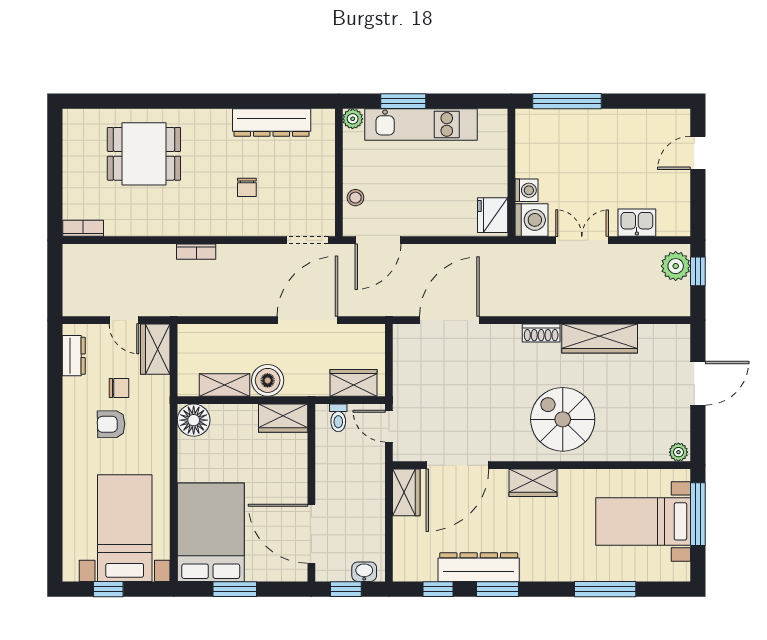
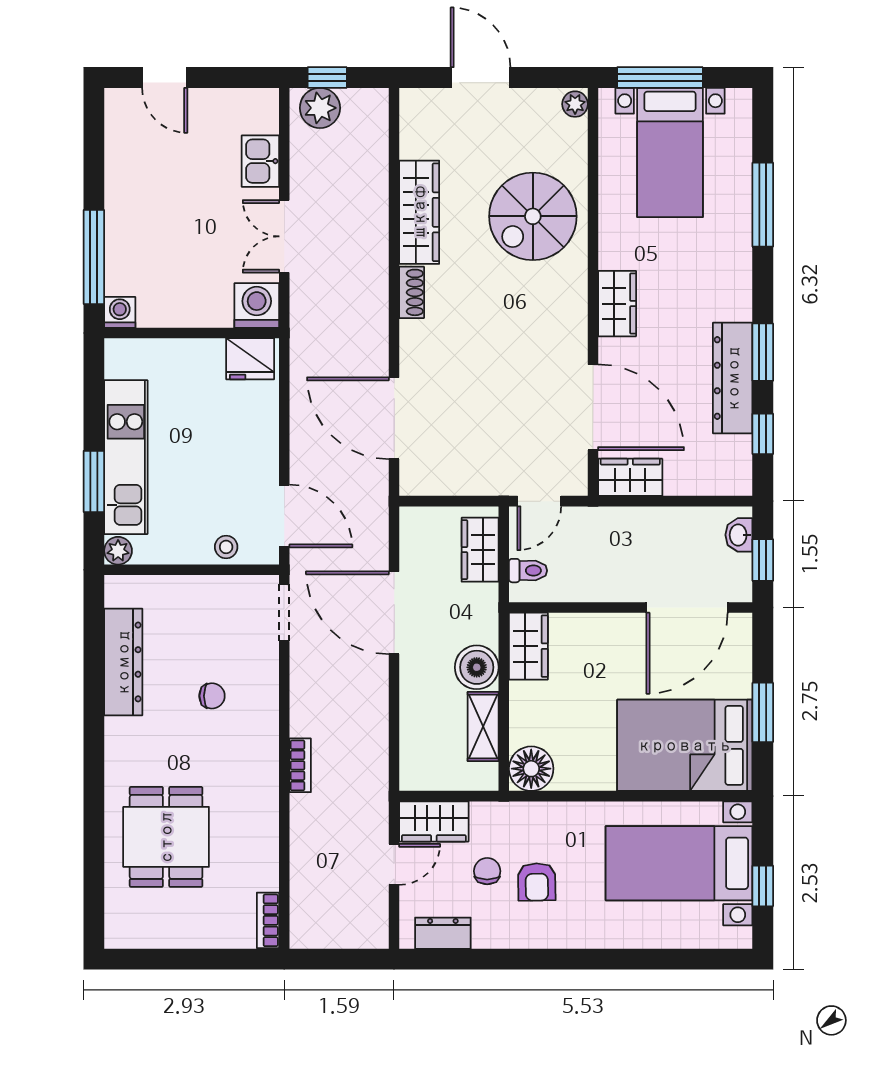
washing machine: (527, 190) -> (120, 312), moved
spiral stairs: (563, 419) -> (533, 216), moved

